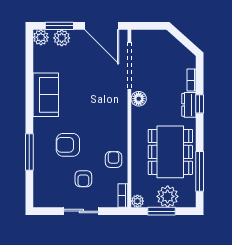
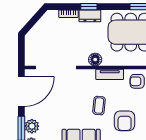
floor lamp: (139, 99) -> (95, 60), moved
coffee table: (86, 115) -> (99, 106), added
tv unit: (122, 128) -> (110, 74), added

